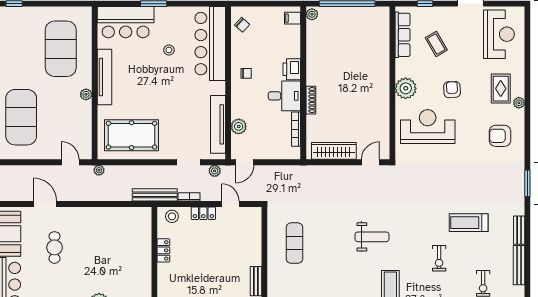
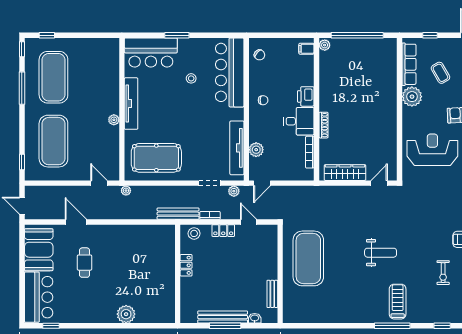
exercise mat: (61, 49) -> (53, 77), moved
plant: (406, 88) -> (412, 97), moved
exercise mat: (294, 243) -> (308, 258), width x2.00, depth x1.45

